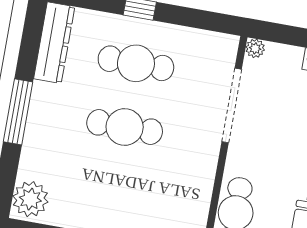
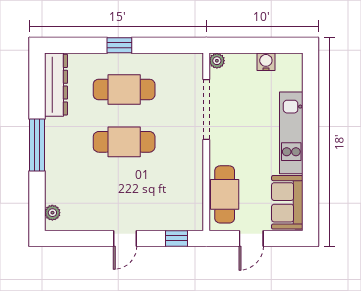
plant: (30, 199) -> (52, 213), width x0.53, depth x0.53

